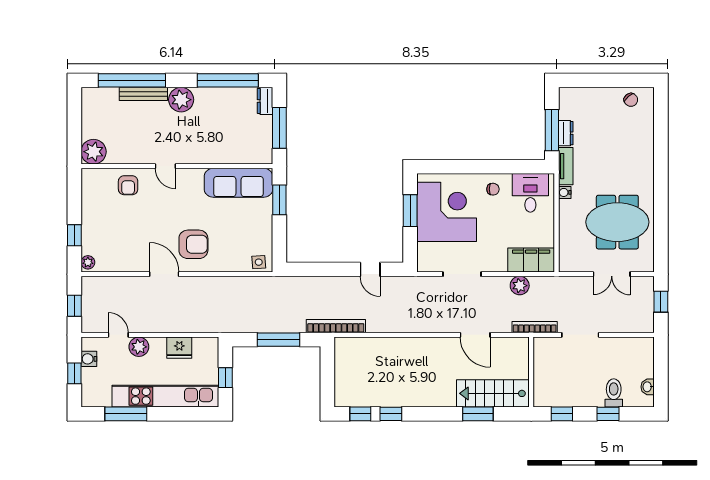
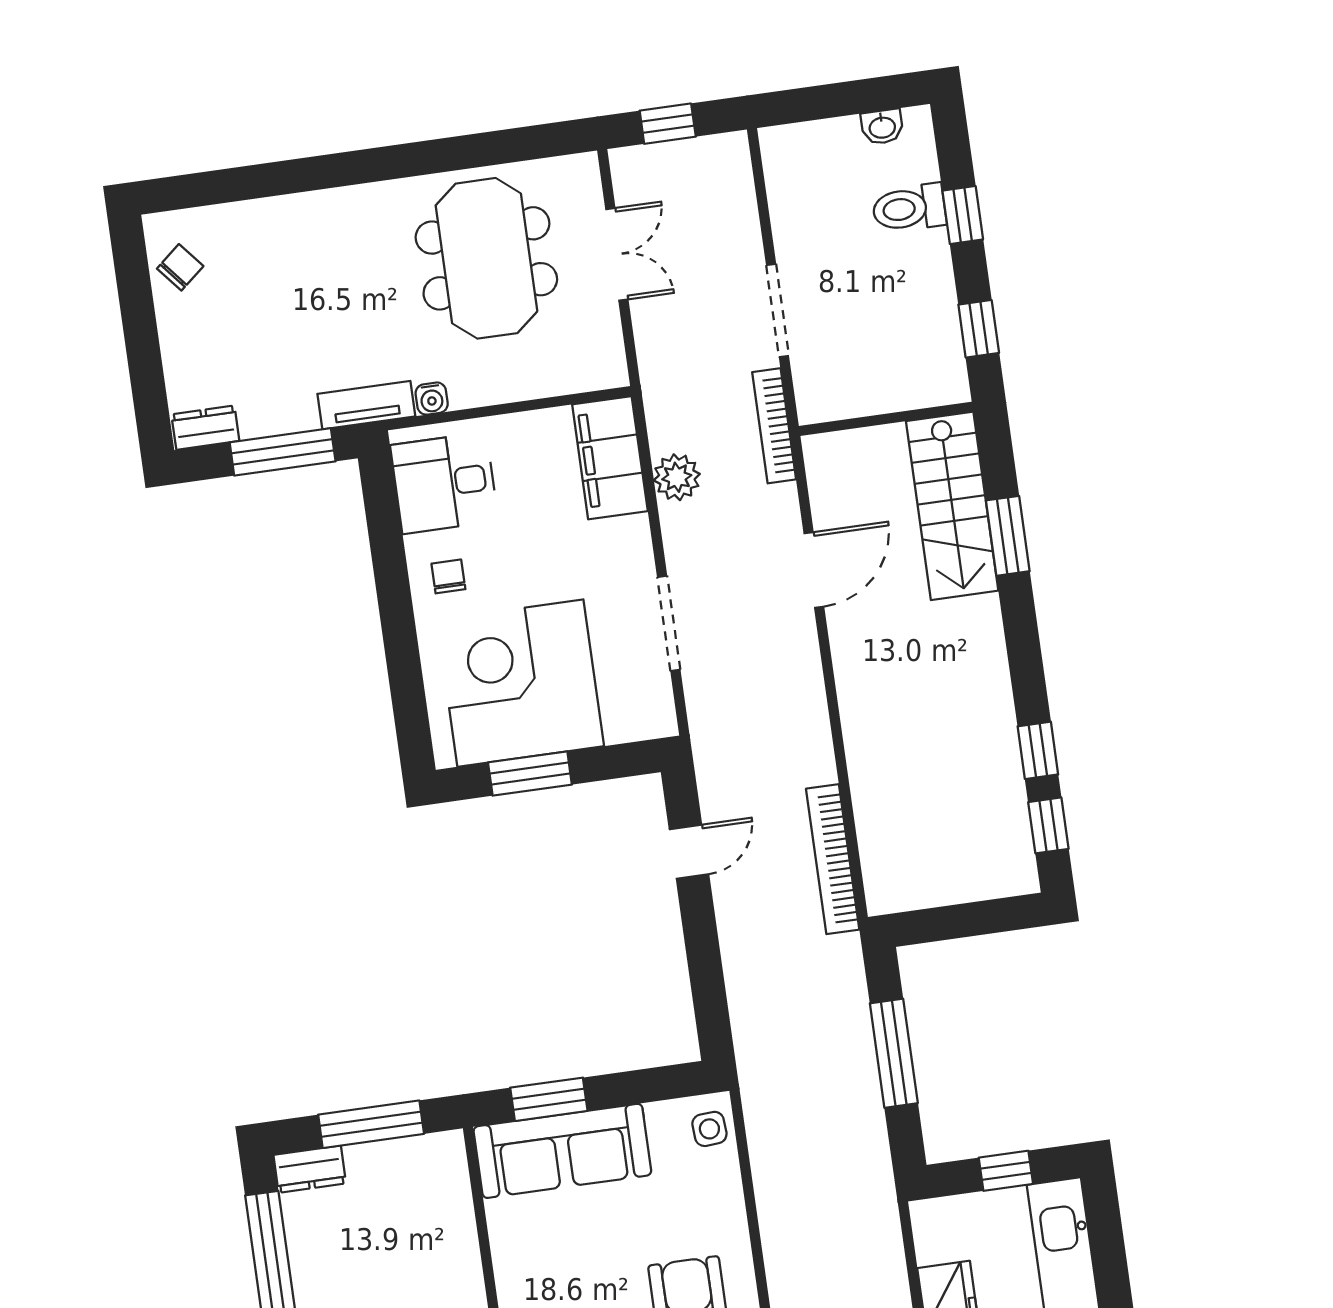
dresser: (566, 133) -> (205, 428), moved
sofa: (239, 183) -> (562, 1151), moved, turned 90
bookcase: (336, 326) -> (833, 859), moved

